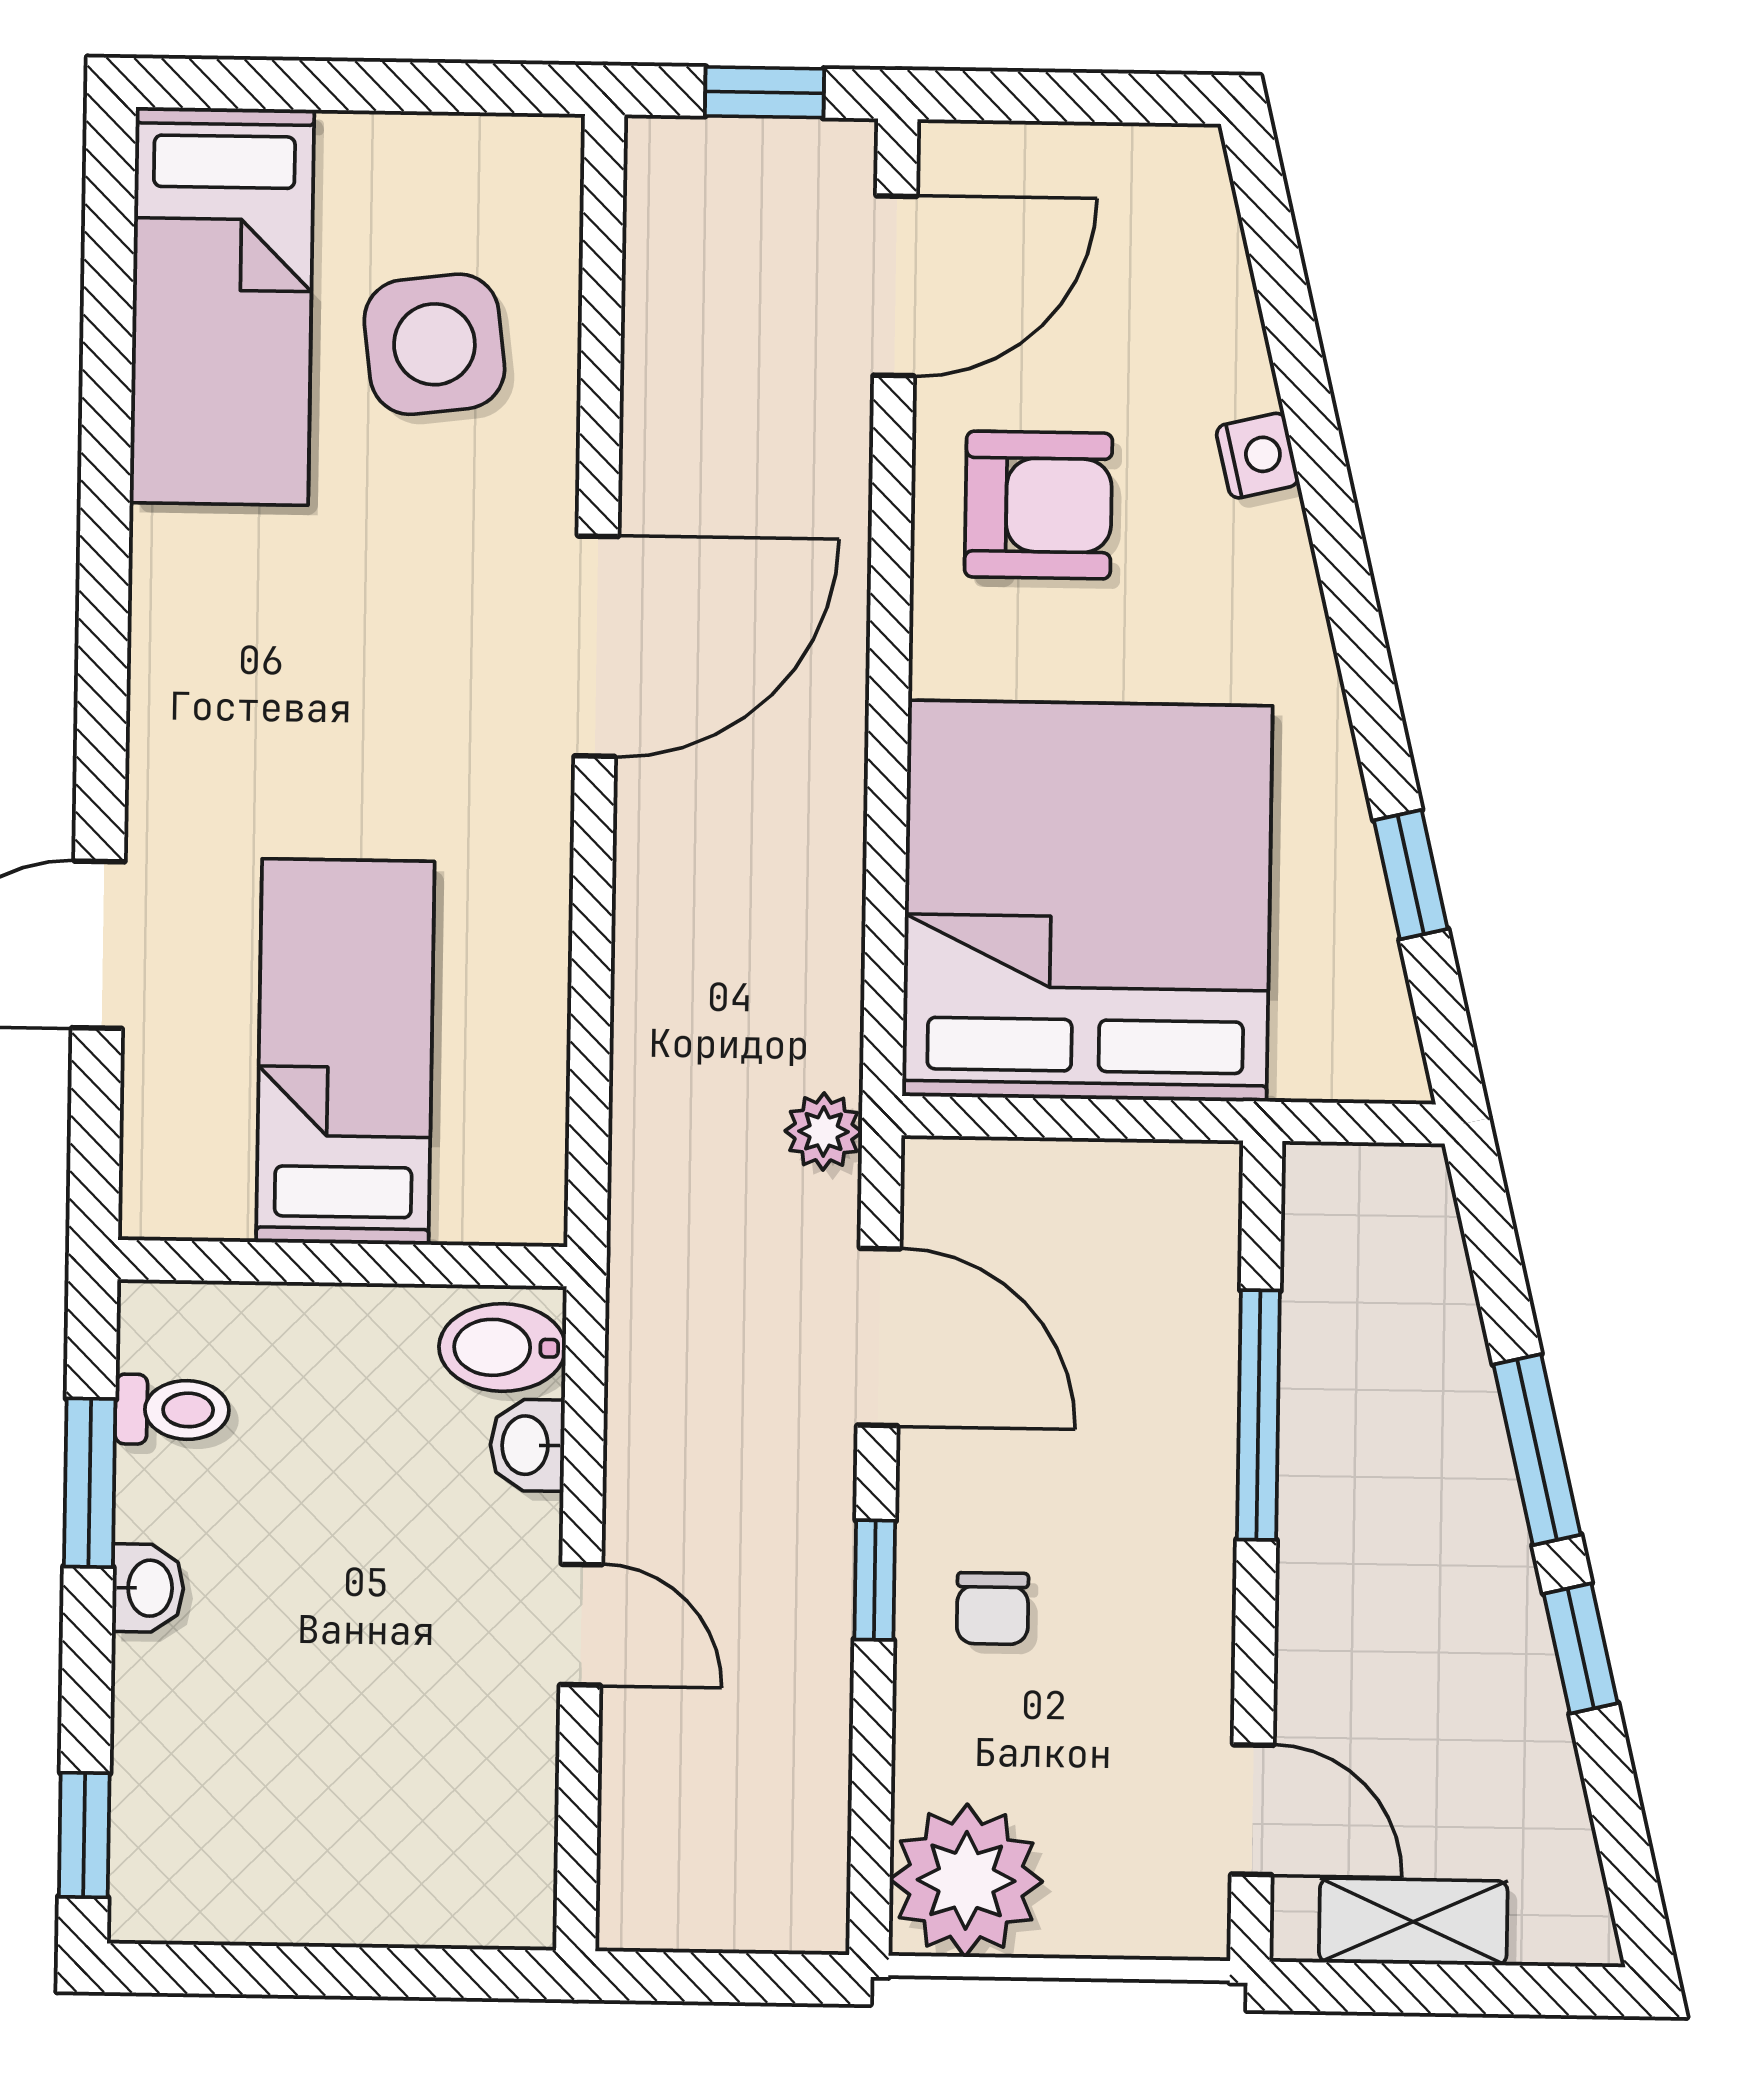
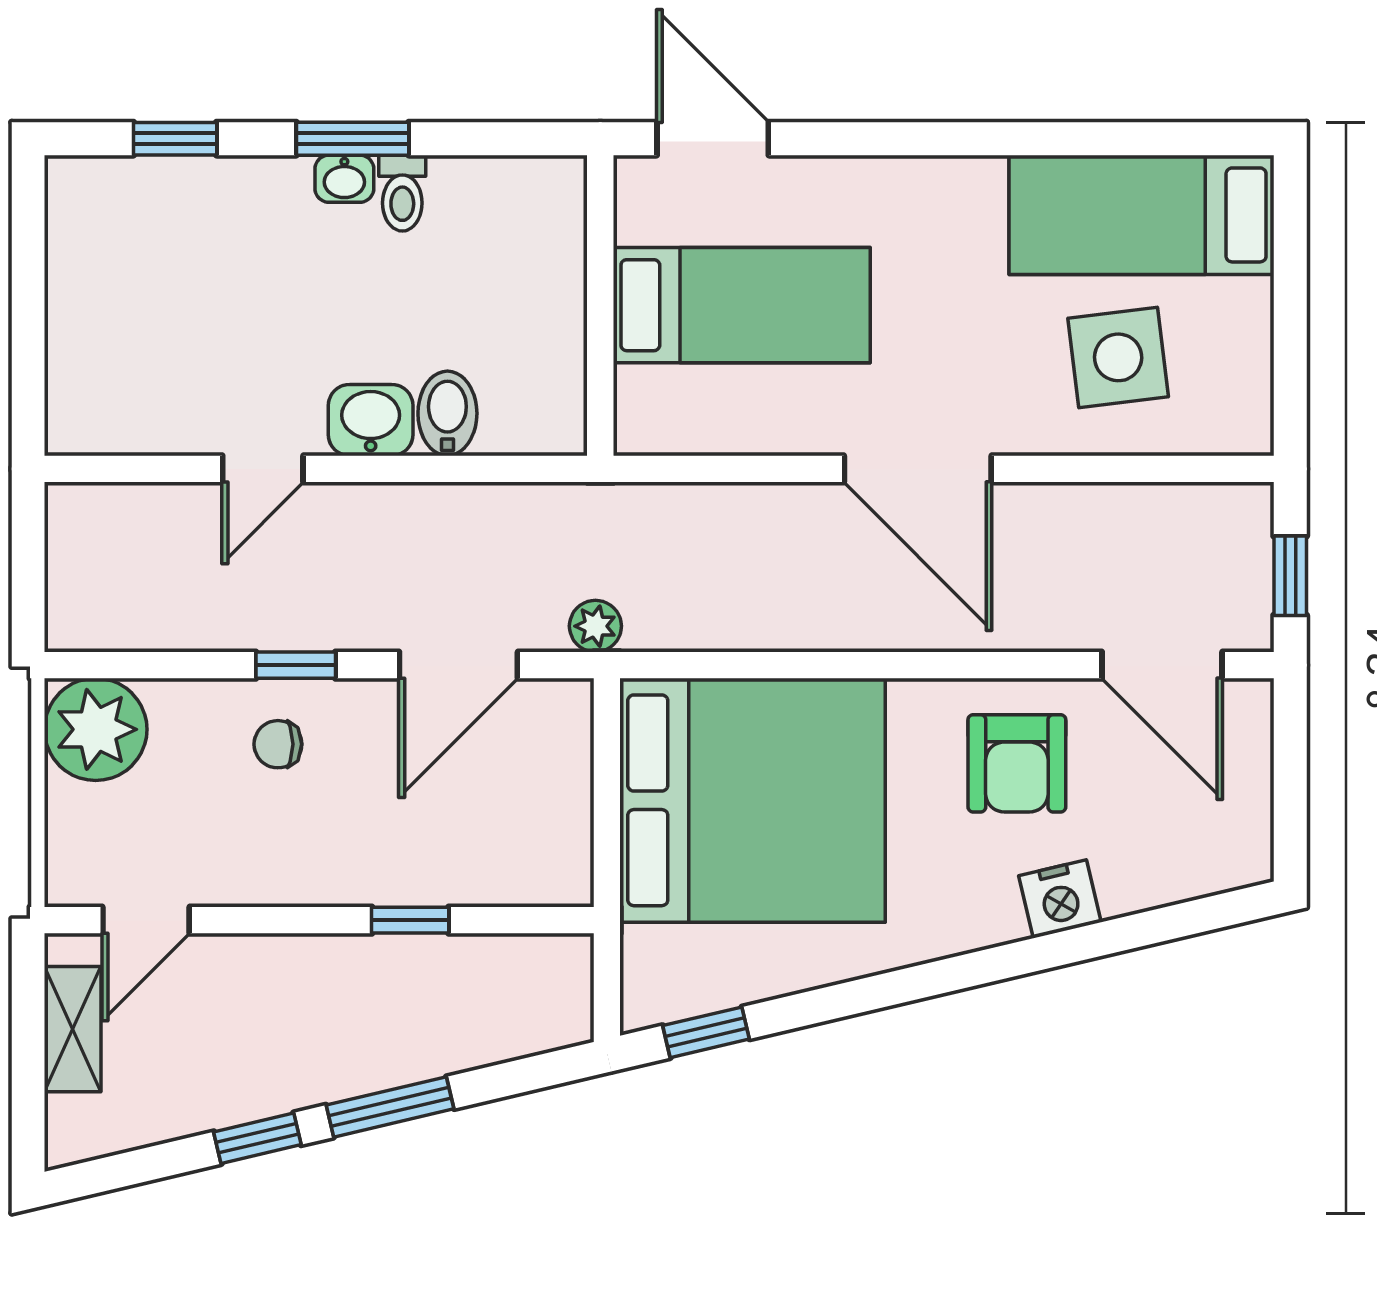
nightstand: (1257, 456) -> (1060, 899), width x1.39, depth x1.35
window: (1411, 875) -> (706, 1032), moved
bed: (345, 1052) -> (742, 305), moved
wall: (342, 1263) -> (600, 305), moved
window: (1258, 1415) -> (410, 920), width x0.46
washbasin: (527, 1445) -> (371, 420), width x1.38, depth x1.45
washbasin: (148, 1588) -> (344, 179), moved
window: (84, 1835) -> (175, 139), moved

